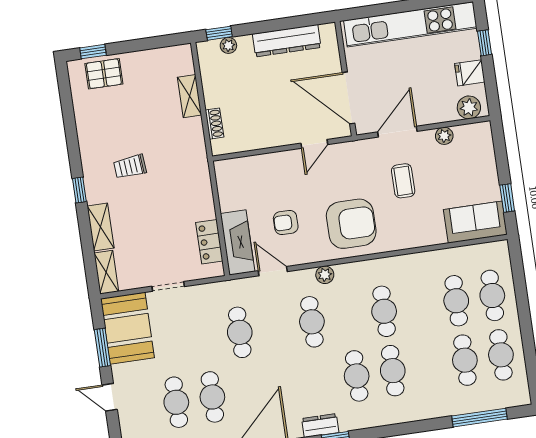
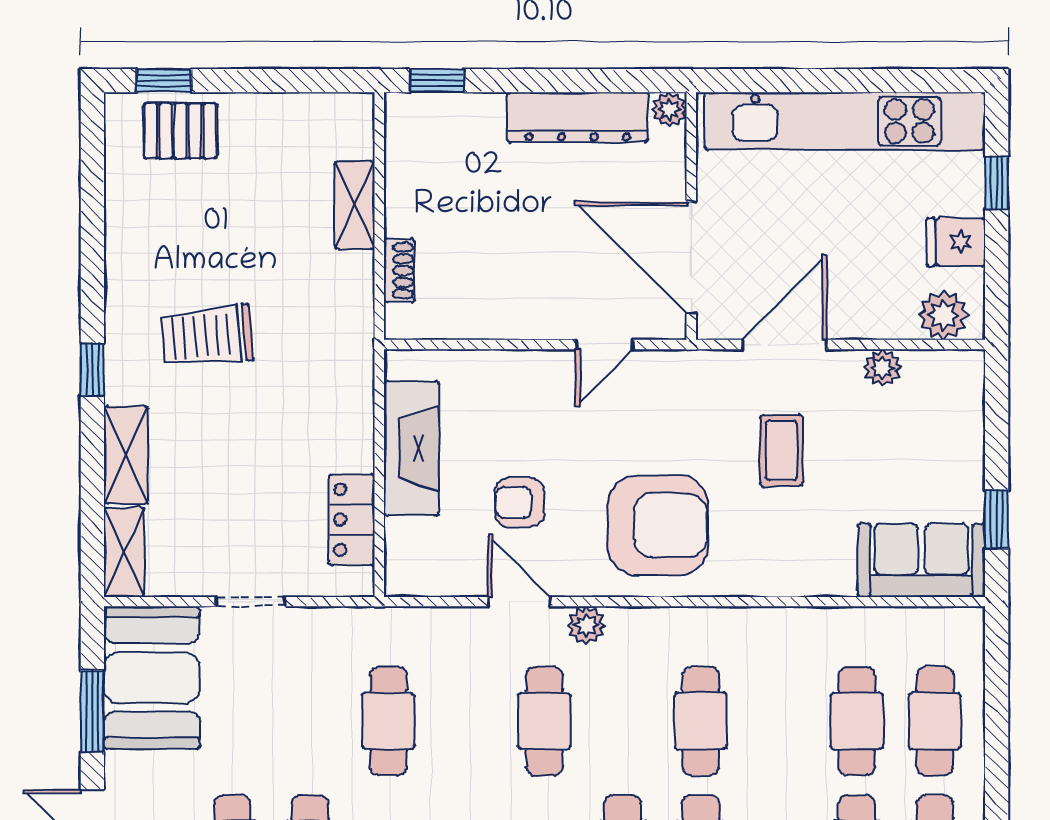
plant: (228, 45) -> (669, 109), moved
trolley: (130, 167) -> (207, 336), width x1.36, depth x1.39
fireplace: (238, 242) -> (411, 448), moved
door: (273, 271) -> (519, 602), moved

